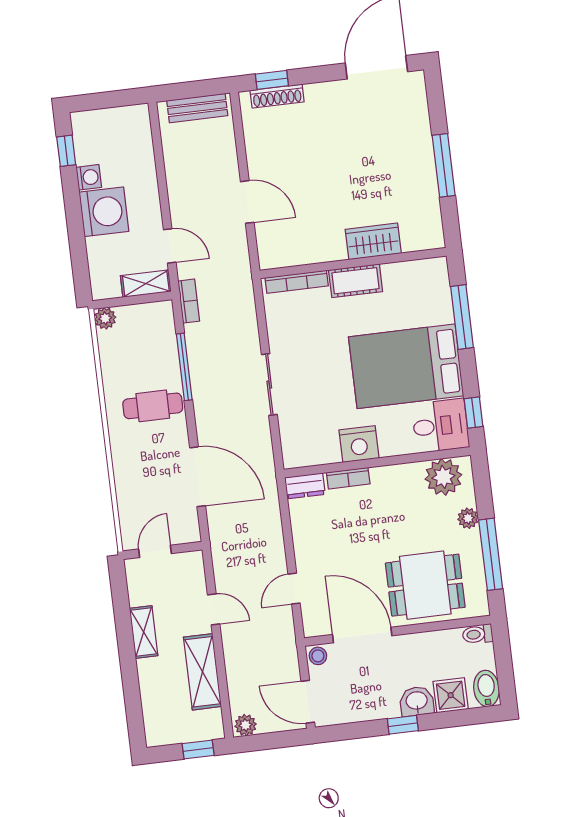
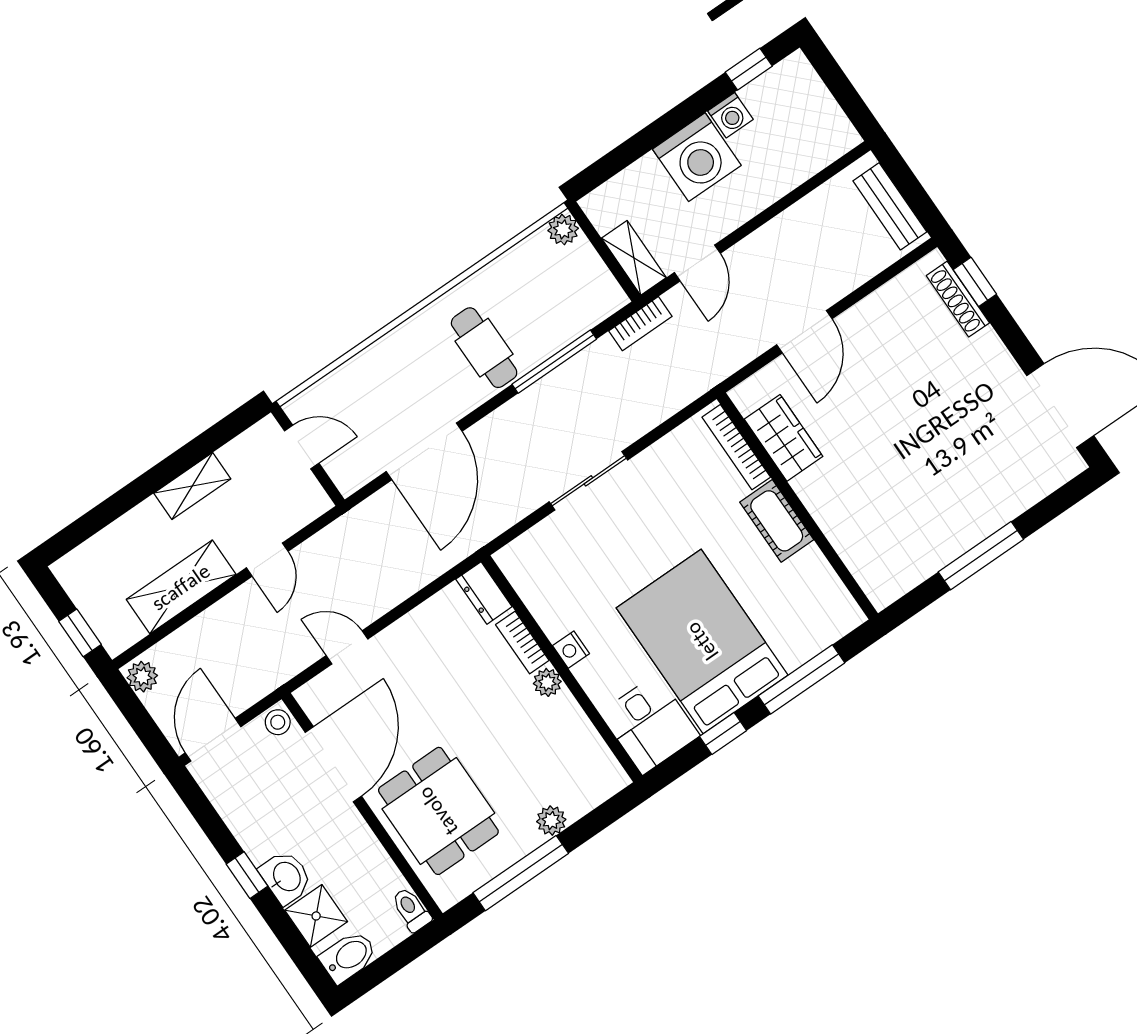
wardrobe: (373, 241) -> (783, 438), moved
window: (474, 413) -> (723, 733), moved
nightstand: (359, 444) -> (571, 650), width x0.53, depth x0.56
plant: (443, 477) -> (547, 682), moved, width x0.53, depth x0.53

